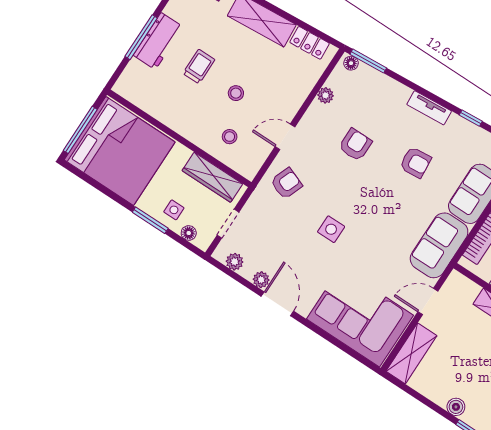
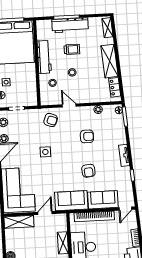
workbench: (158, 41) -> (70, 25), width x1.38
workbench: (178, 120) -> (44, 57), added
armchair: (415, 162) -> (88, 171), moved
wardrobe: (212, 177) -> (31, 88), removed
door: (428, 302) -> (45, 213), hinge flipped

